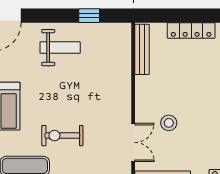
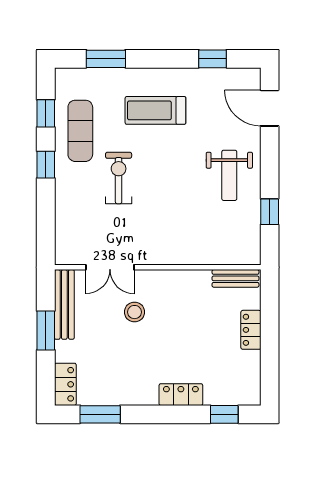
locker: (191, 30) -> (251, 330), width x0.66
bench: (142, 49) -> (235, 278), width x0.73

